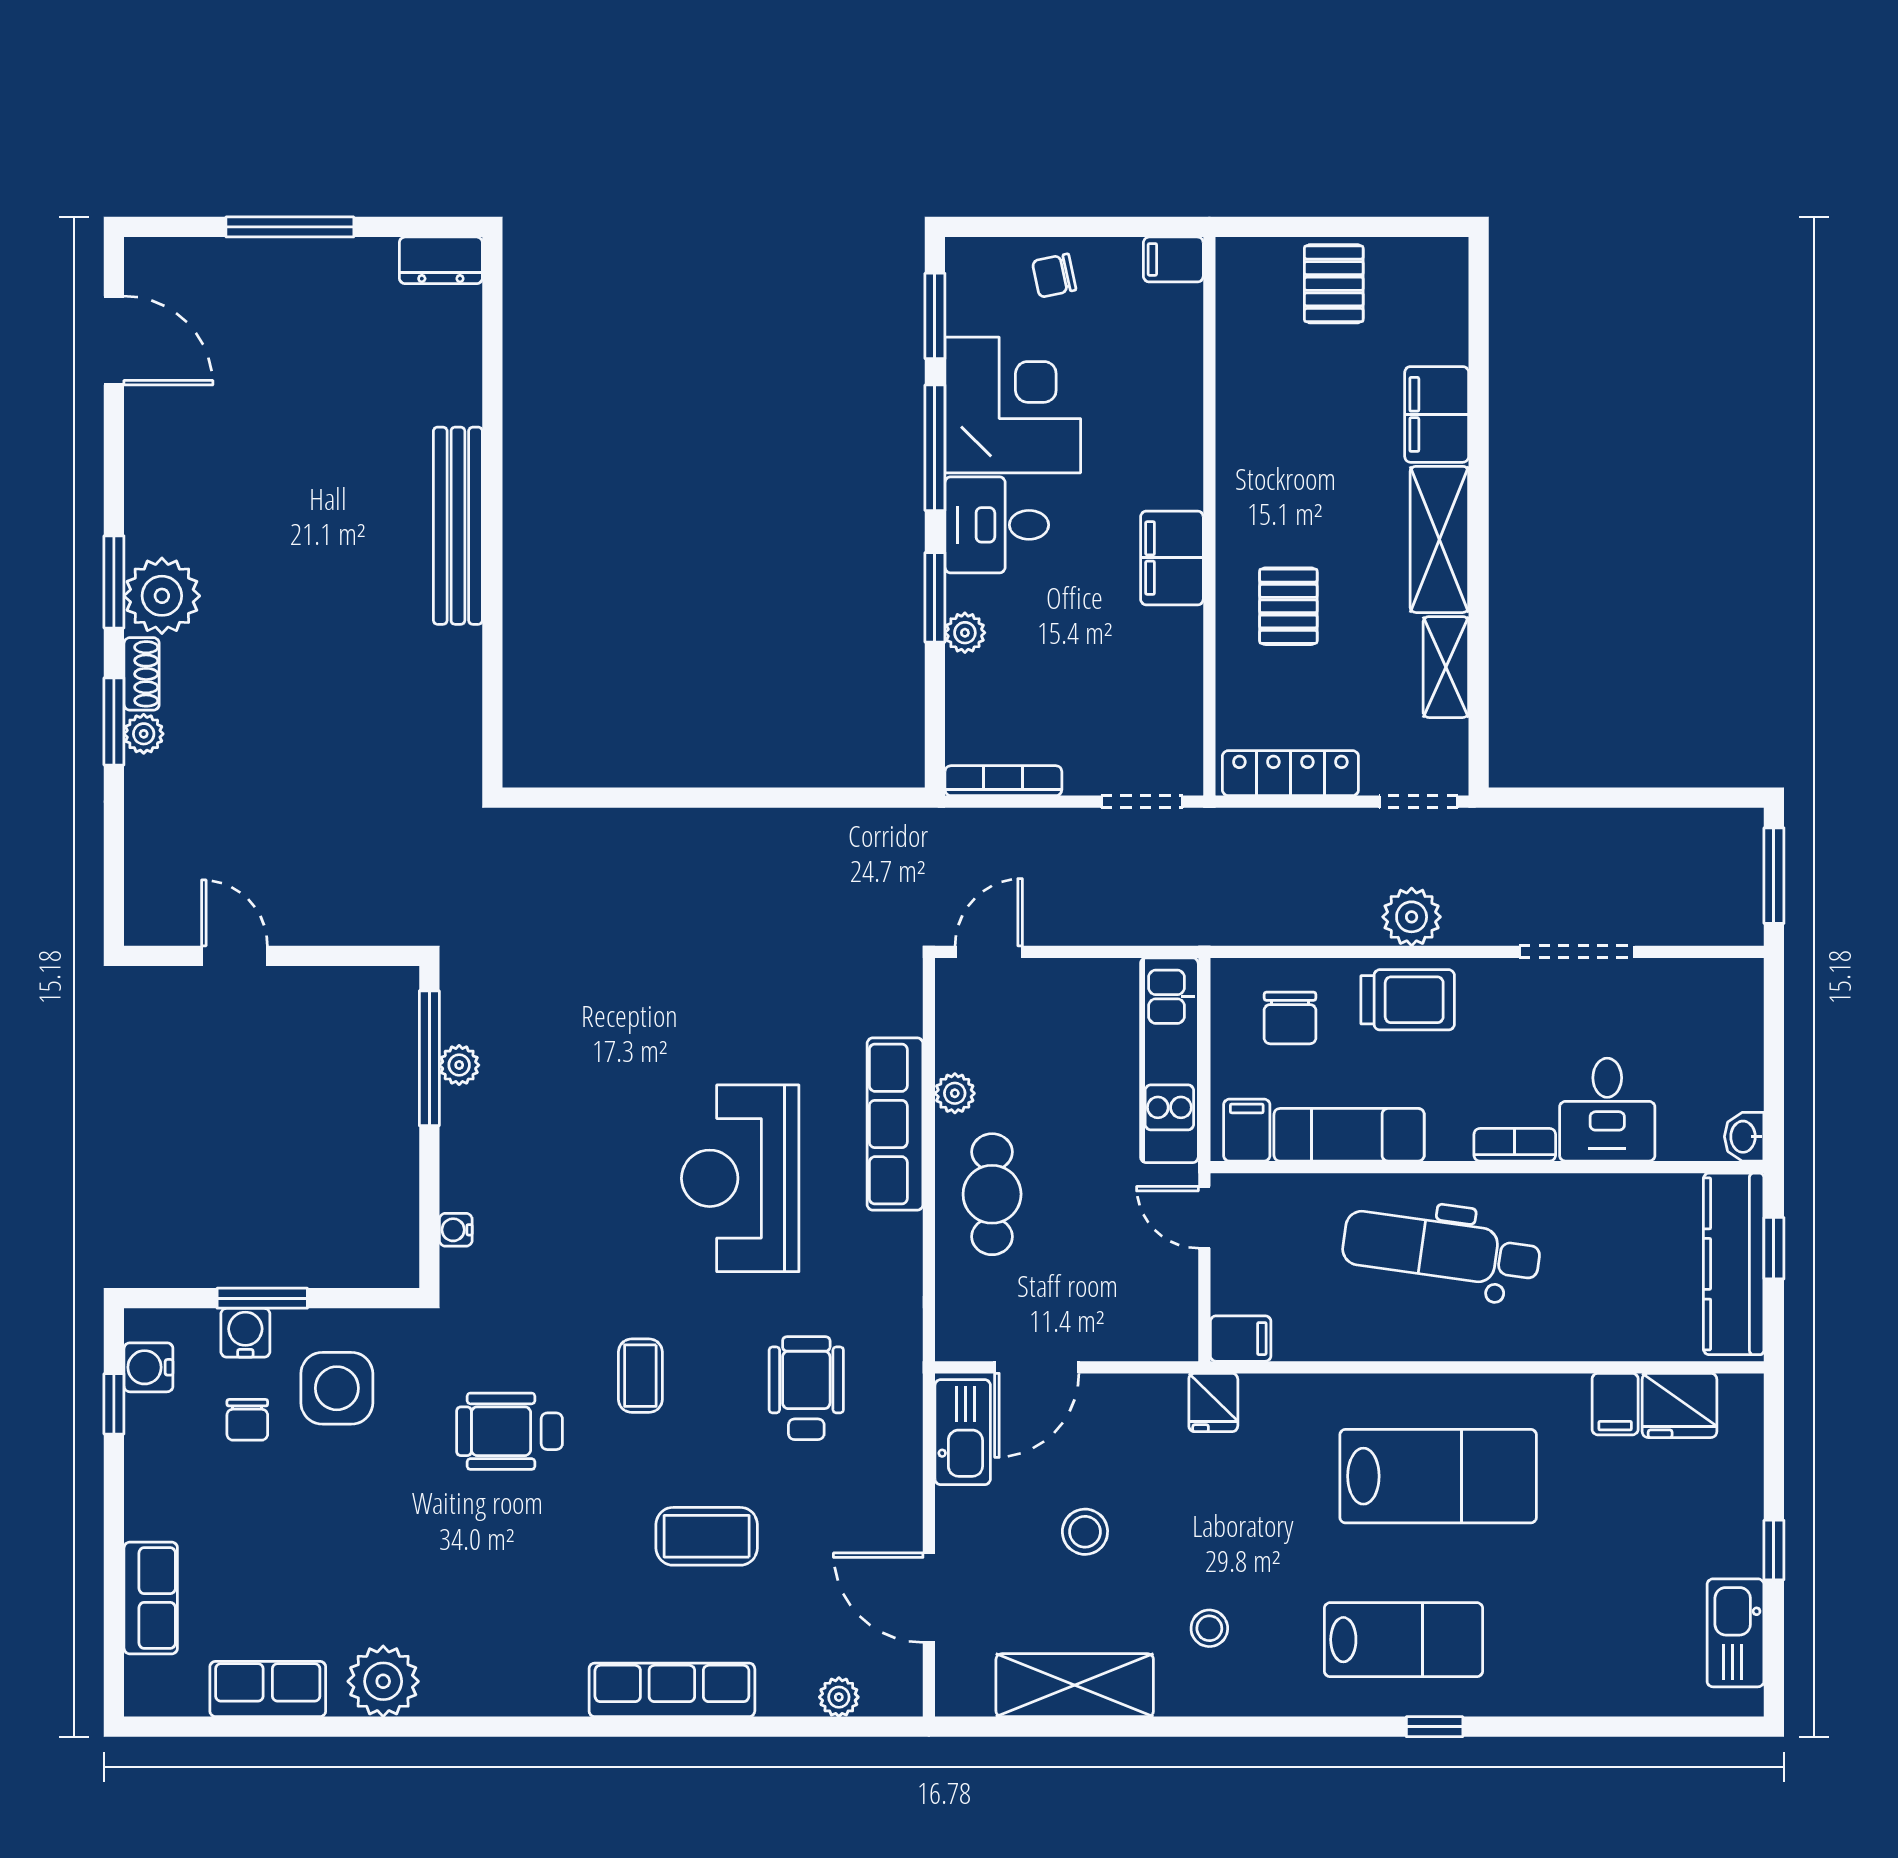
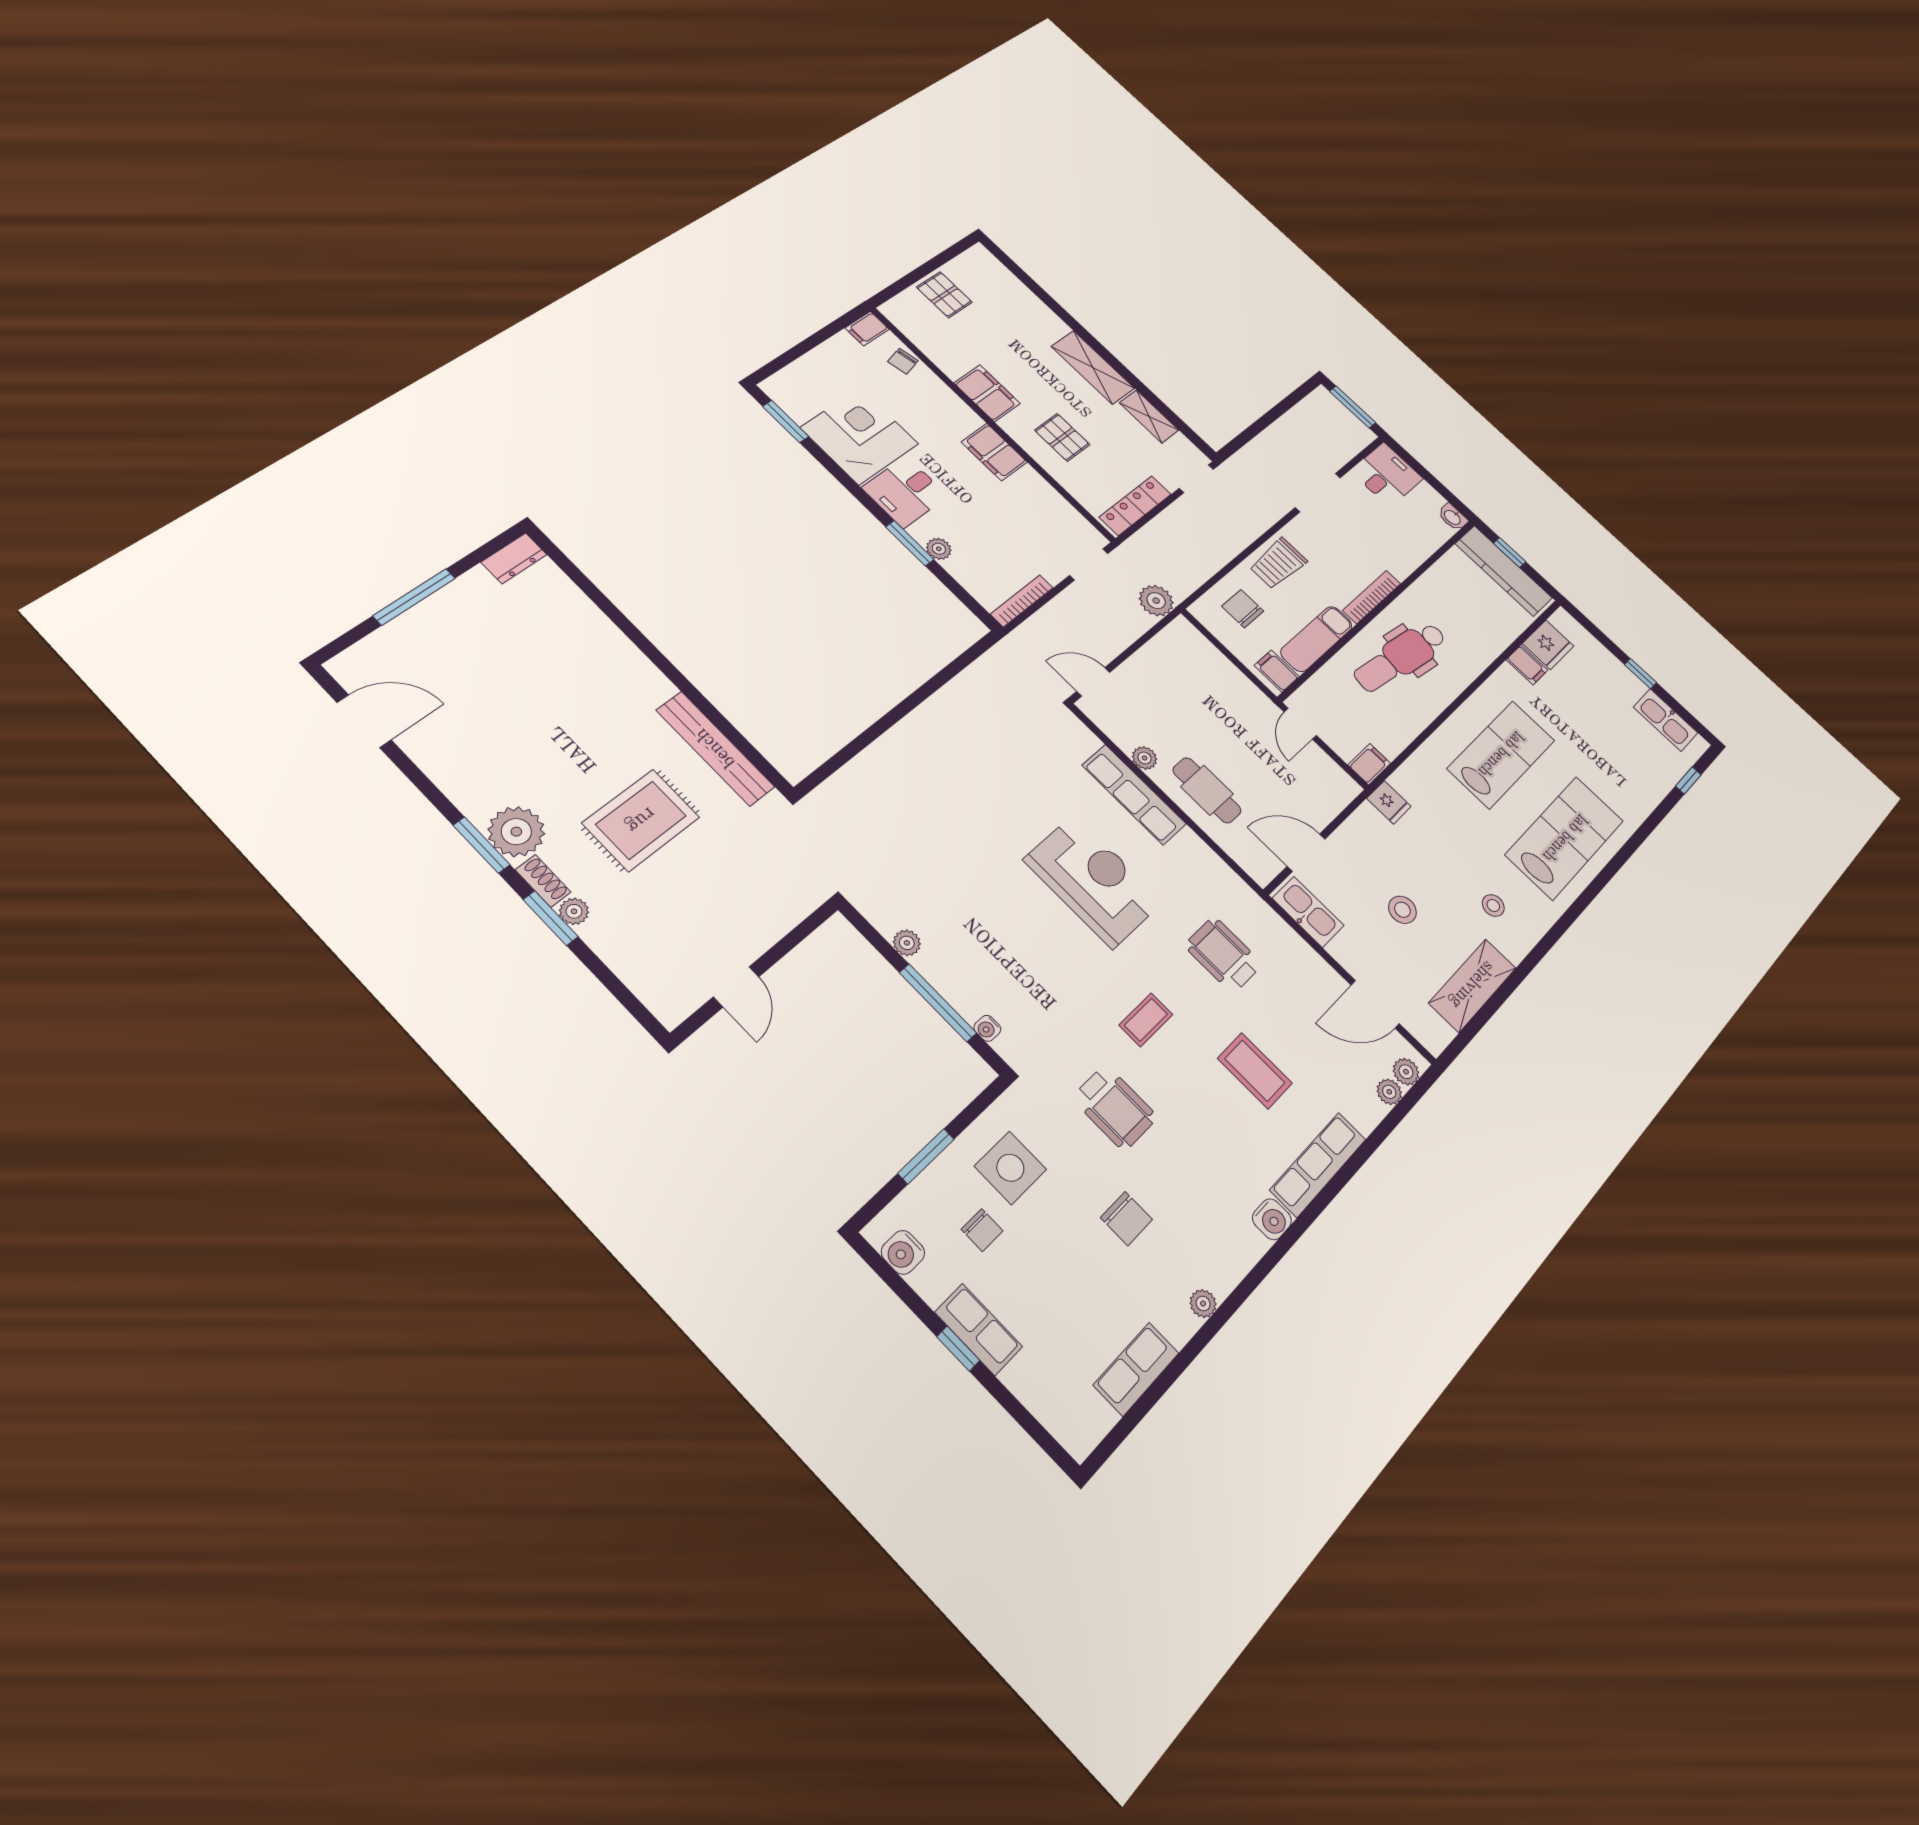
chair: (1054, 276) -> (903, 361), moved
filing cabinet: (1437, 414) -> (987, 393), moved, turned 180
window: (935, 448) -> (843, 478), removed
bench: (458, 526) -> (715, 748), moved
rug: (302, 689) -> (641, 820), added
plant: (1412, 917) -> (1156, 601), moved
door: (989, 952) -> (1093, 682), hinge flipped
door: (235, 956) -> (736, 987), swing flipped
trolley: (1408, 1000) -> (1278, 563), turned 180
chair: (1290, 1018) -> (1243, 609), turned 180
window: (429, 1058) -> (938, 1003), moved
kitchen unit: (1169, 1060) -> (1216, 667), removed
desk: (1607, 1110) -> (1387, 475), moved, turned -90
bookcase: (1515, 1145) -> (1372, 597), width x1.56
reception desk: (740, 1178) -> (1093, 881), turned 180
door: (1204, 1217) -> (1300, 724), hinge flipped
water cooler: (245, 1333) -> (1272, 1219), moved, turned 180
door: (1037, 1367) -> (1306, 853), swing flipped
coffee table: (640, 1376) -> (1146, 1020), turned 90
window: (114, 1404) -> (958, 1349), moved
wheelchair: (509, 1431) -> (1115, 1108), turned -90
coffee table: (707, 1536) -> (1255, 1071), turned 90
chair: (406, 1547) -> (1126, 1219), added
row of seats: (151, 1598) -> (979, 1329), moved
lab bench: (1403, 1640) -> (1565, 838), width x1.36, depth x1.39
plant: (383, 1681) -> (1203, 1304), width x0.53, depth x0.53
plant: (883, 1696) -> (1406, 1072), added
window: (1435, 1727) -> (1688, 781), moved

